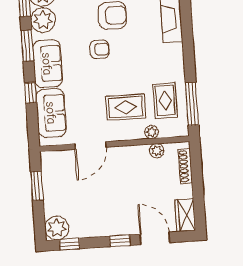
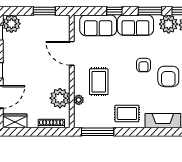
rug: (165, 101) -> (127, 113), moved
plant: (157, 151) -> (60, 98), width x1.88, depth x1.88

